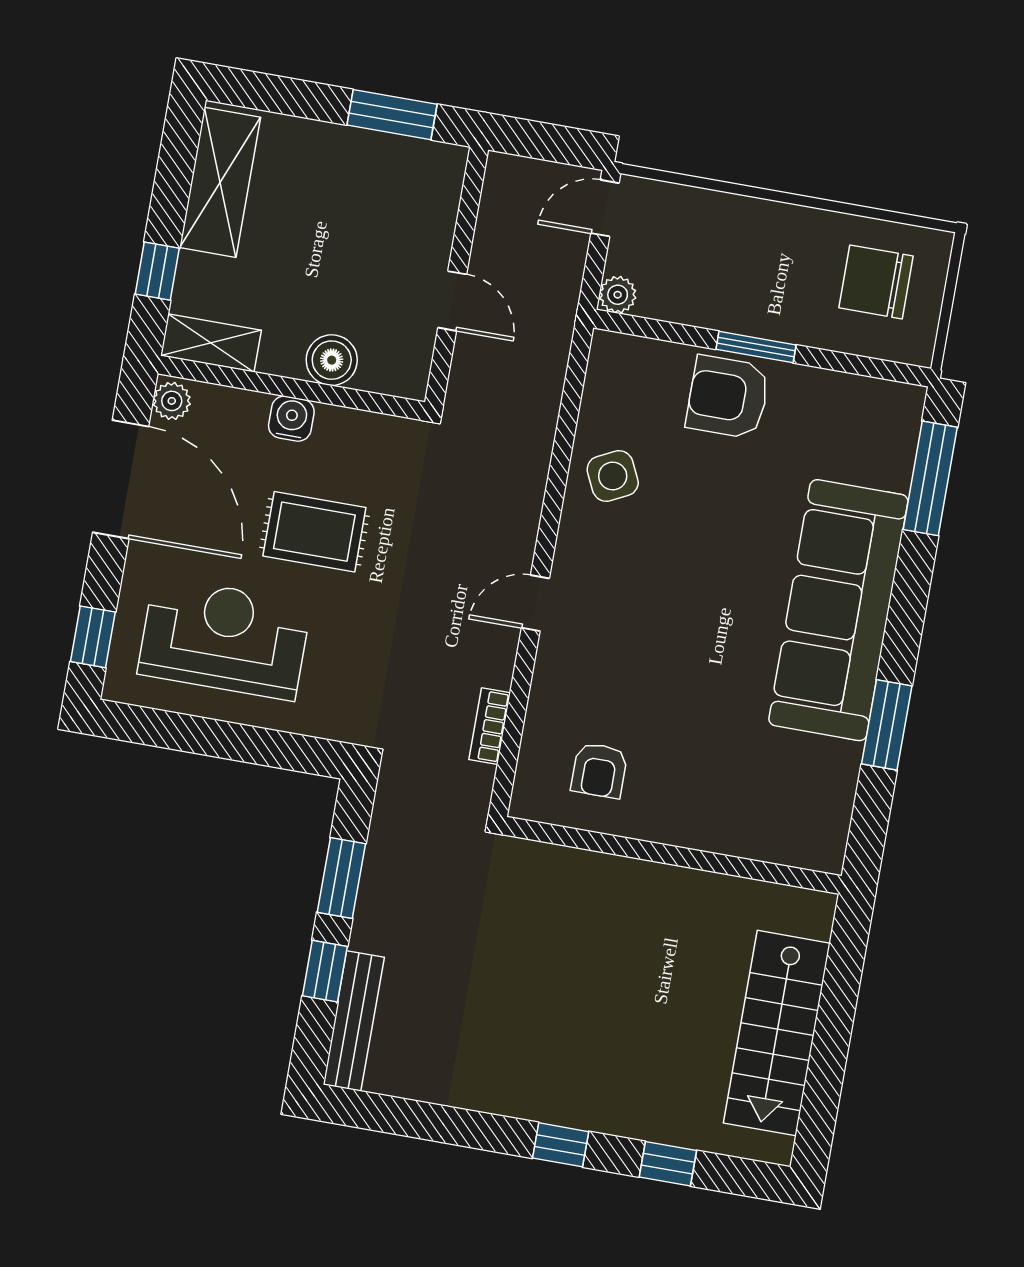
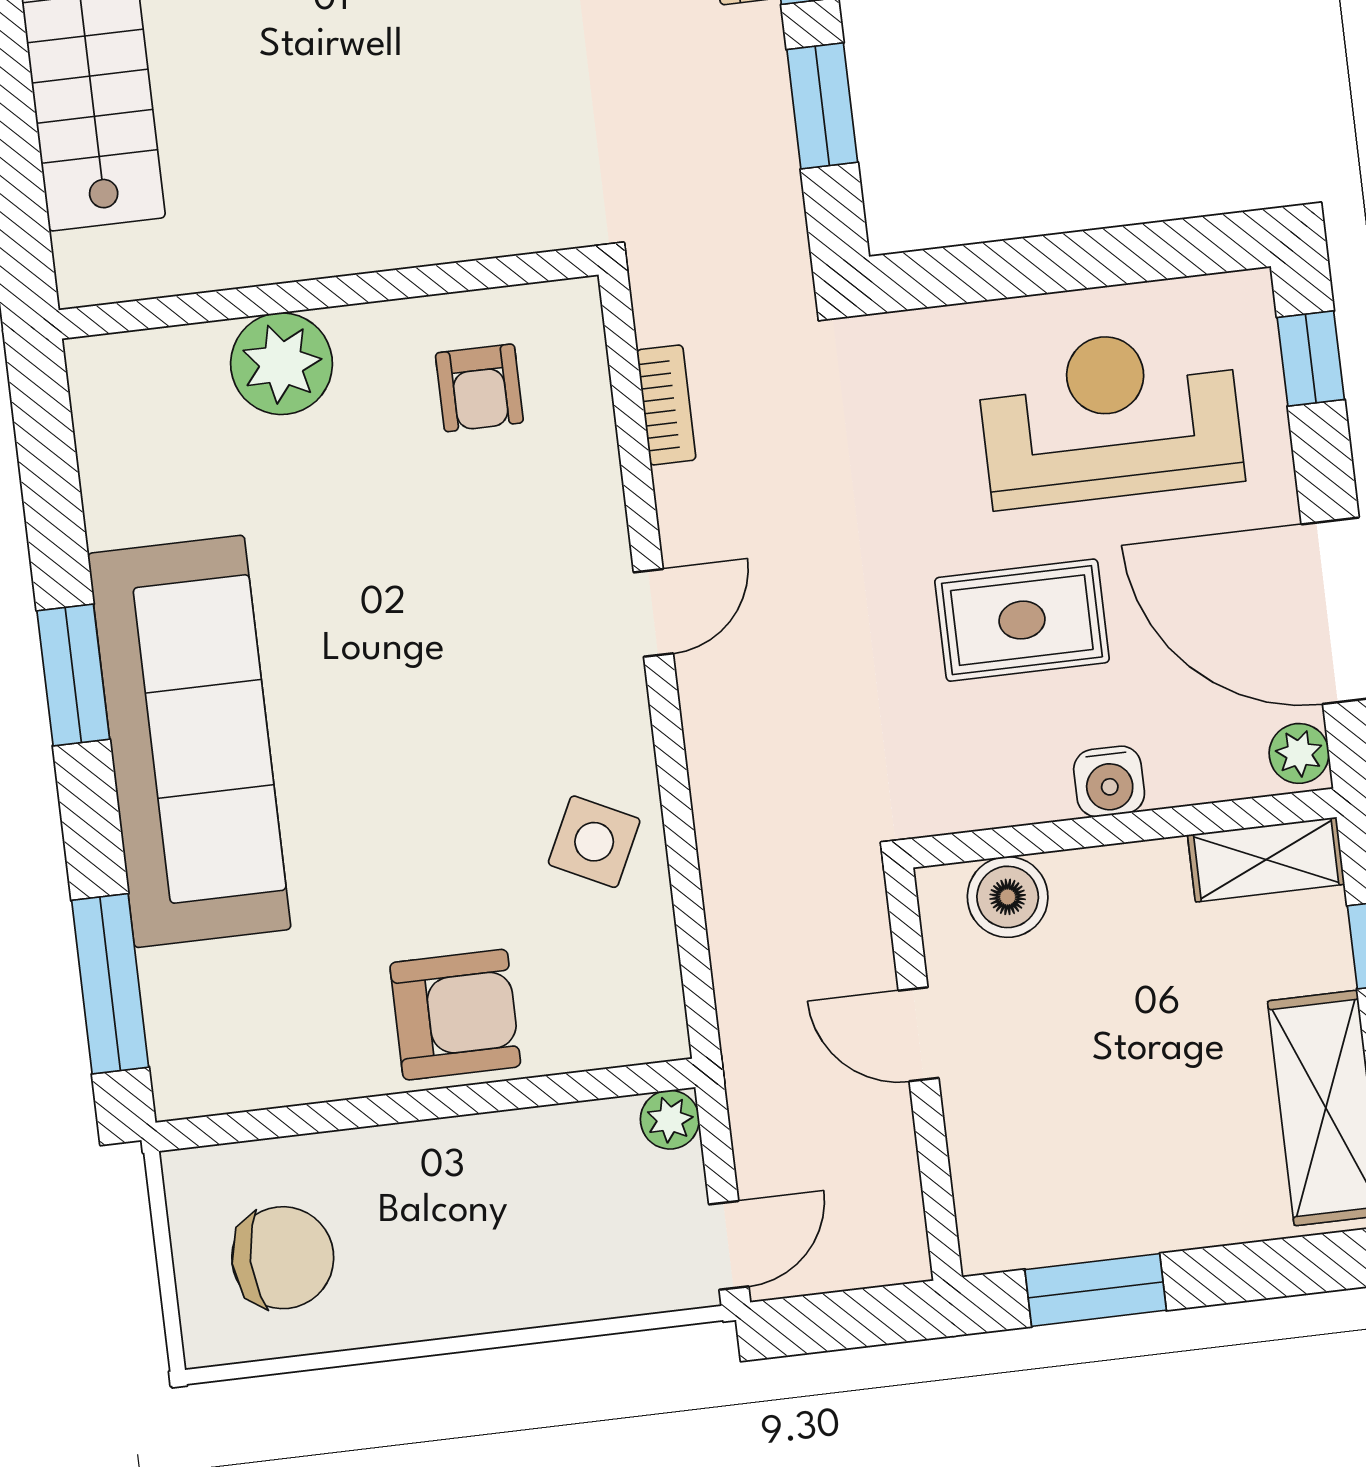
window: (756, 347) -> (435, 1104), removed
boiler: (332, 360) -> (1008, 897), moved
side table: (613, 476) -> (594, 842), turned -38
reception desk: (224, 638) -> (1110, 417), turned 180
window: (887, 725) -> (73, 675), moved
armchair: (599, 770) -> (479, 388), turned 180
plant: (714, 821) -> (282, 364), added

